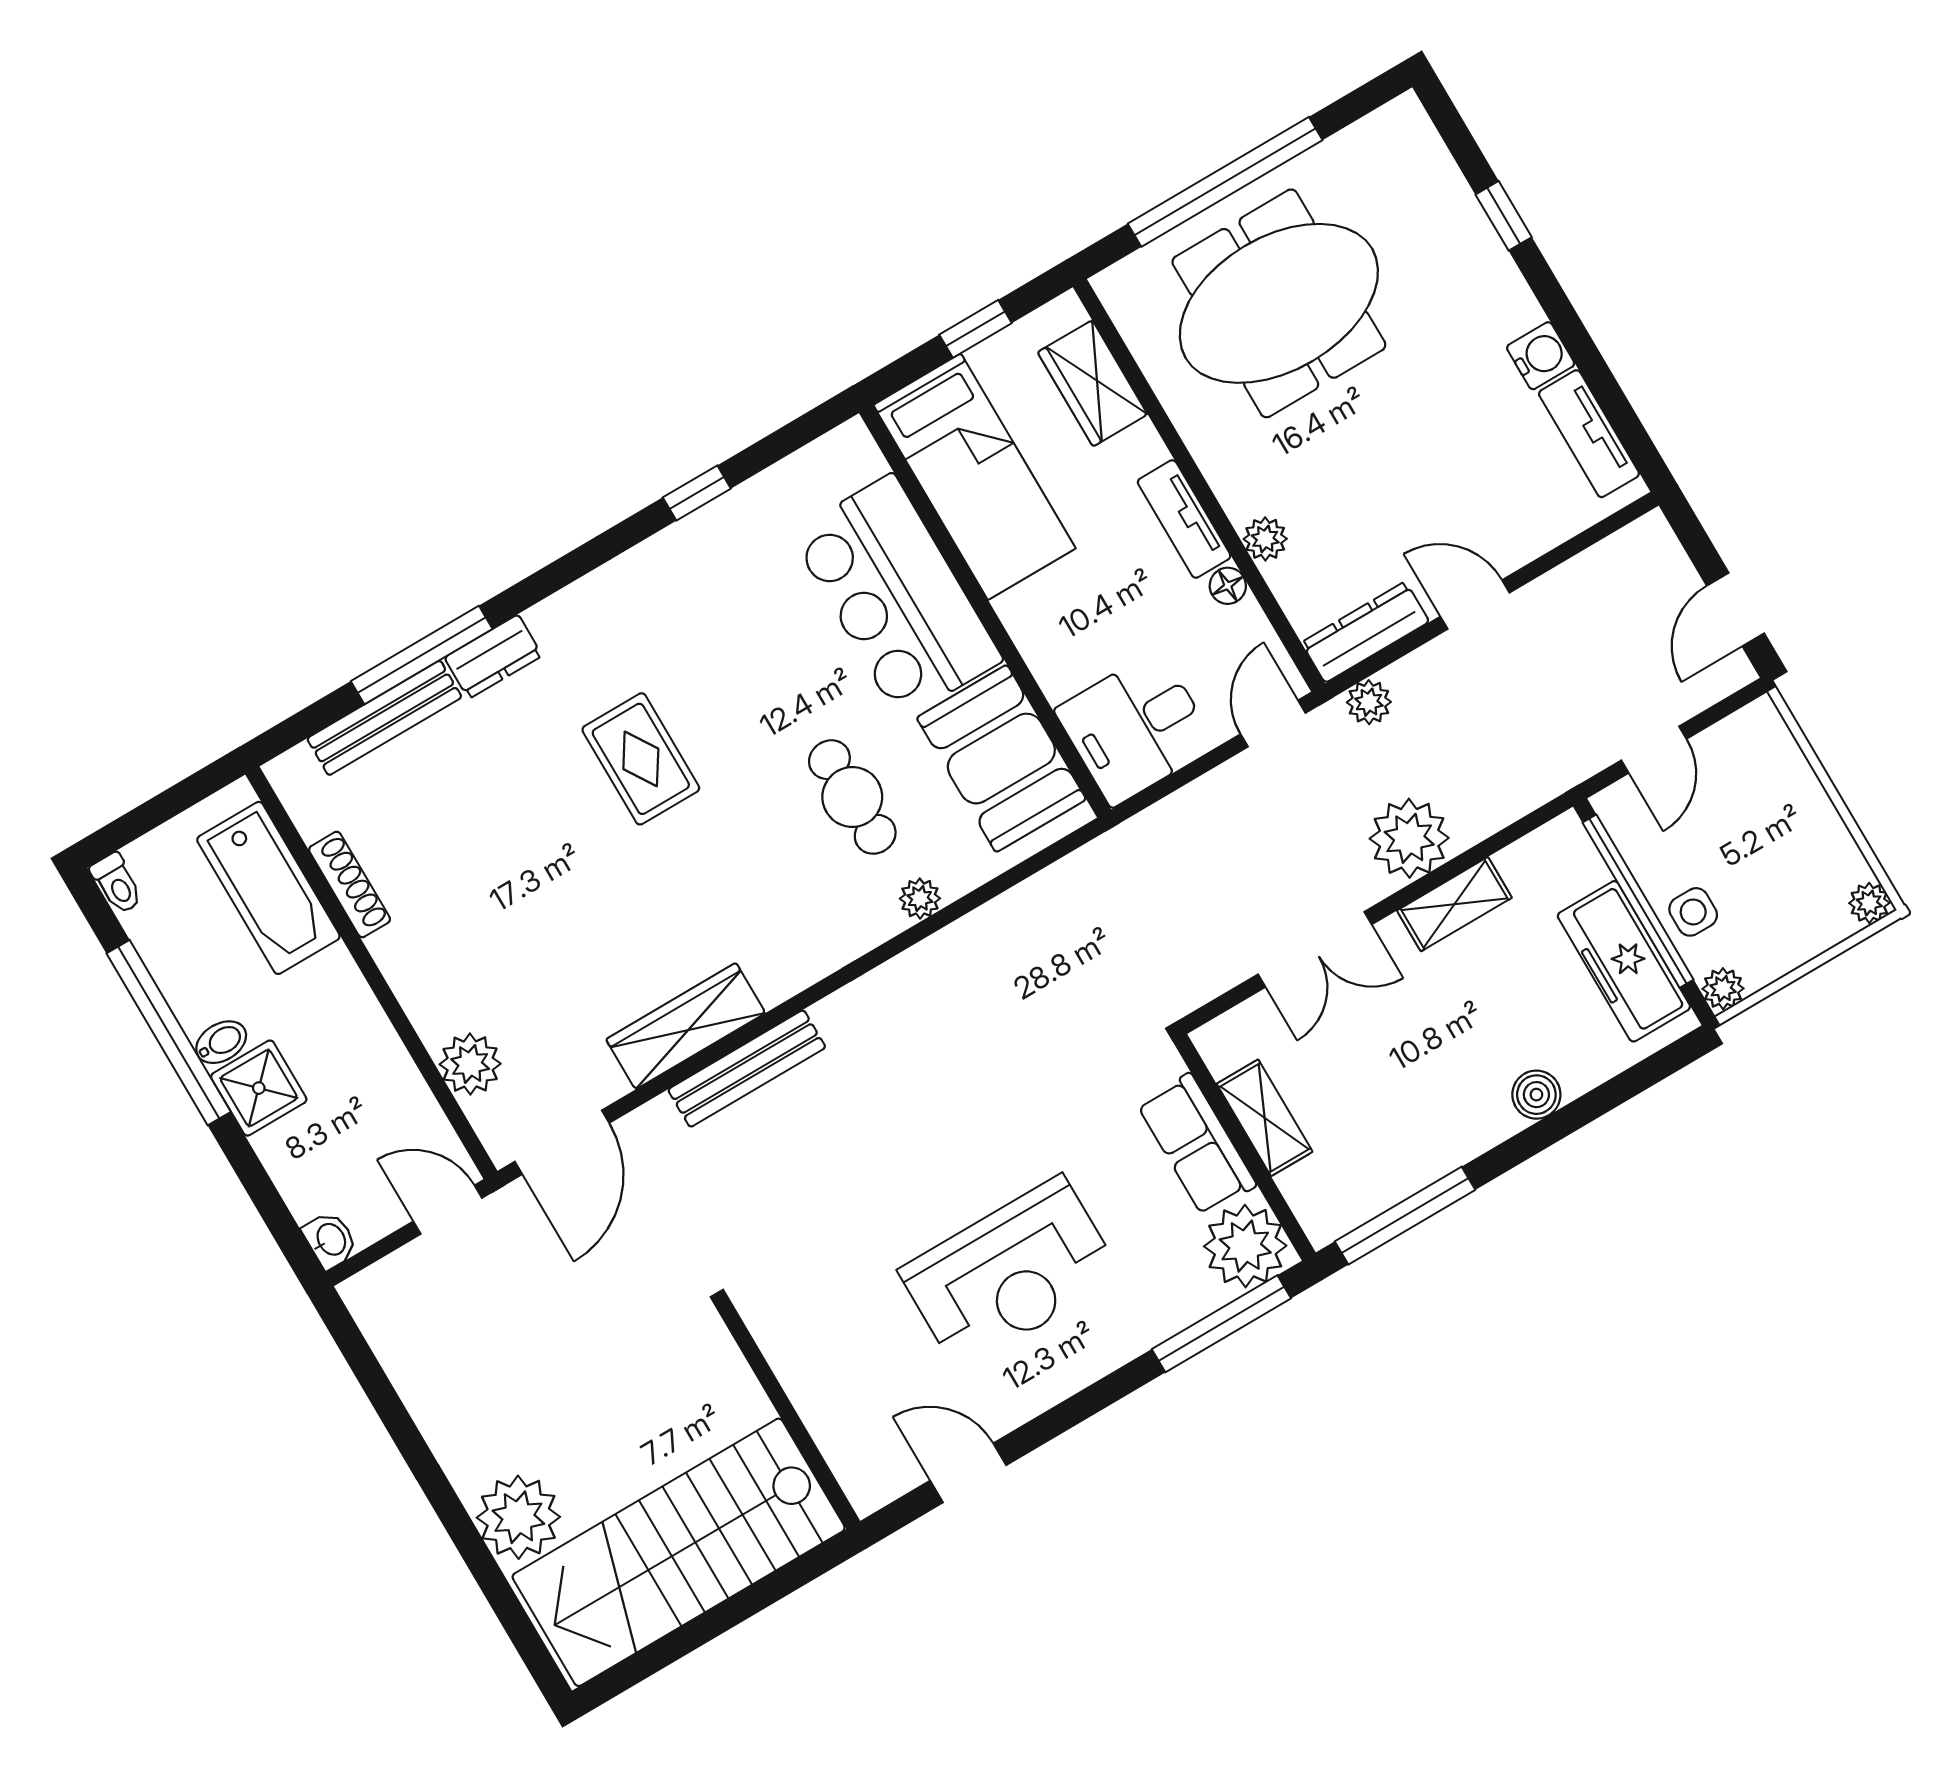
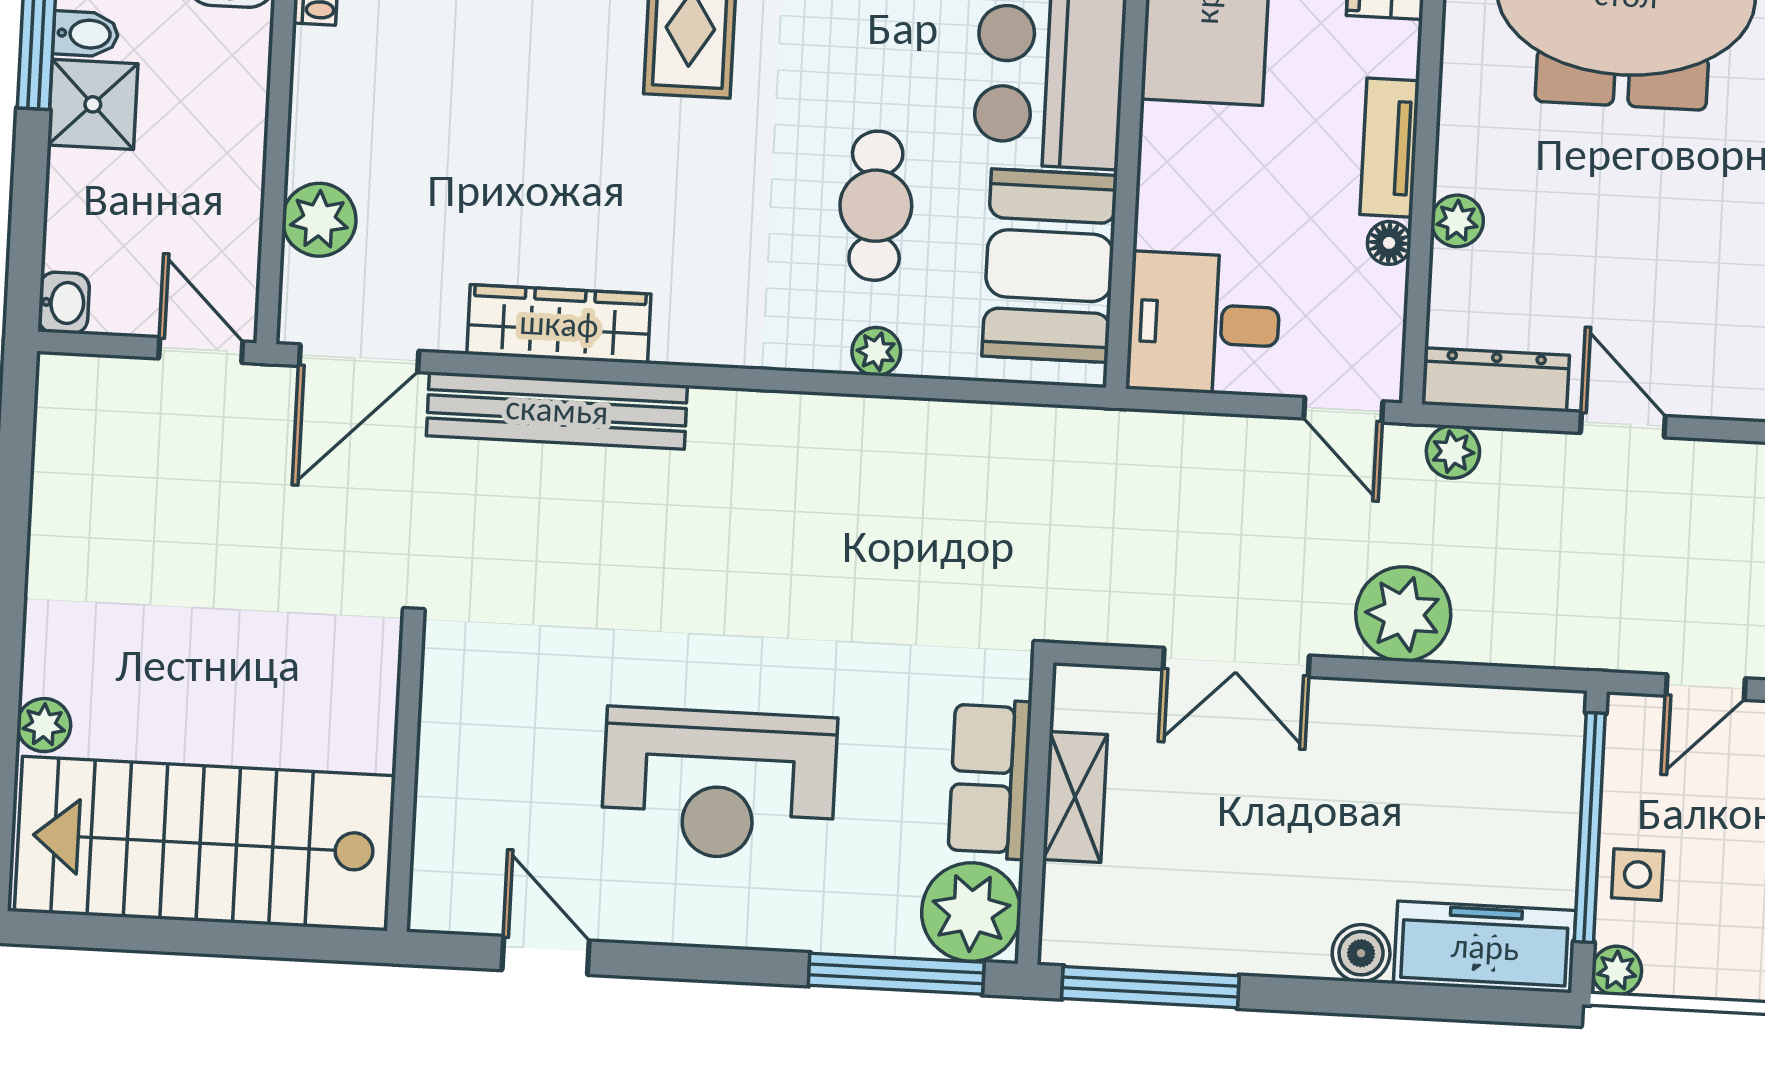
door: (1273, 724) -> (1343, 410), swing flipped
shelving: (1454, 904) -> (1405, 709), removed
freezer: (1624, 961) -> (1485, 947), moved, turned 90
bench: (747, 1069) -> (557, 410), width x1.37, depth x1.21
plant: (518, 1517) -> (44, 725), width x0.53, depth x0.53

